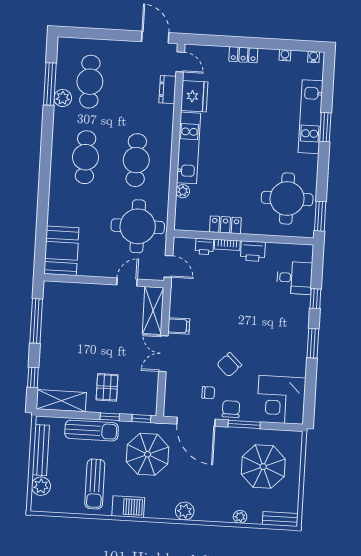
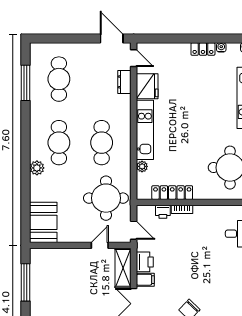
locker: (243, 55) -> (203, 49), moved
plant: (63, 98) -> (37, 168), moved
locker: (225, 225) -> (172, 193), width x1.53
printer: (253, 251) -> (145, 262), moved, turned -90

